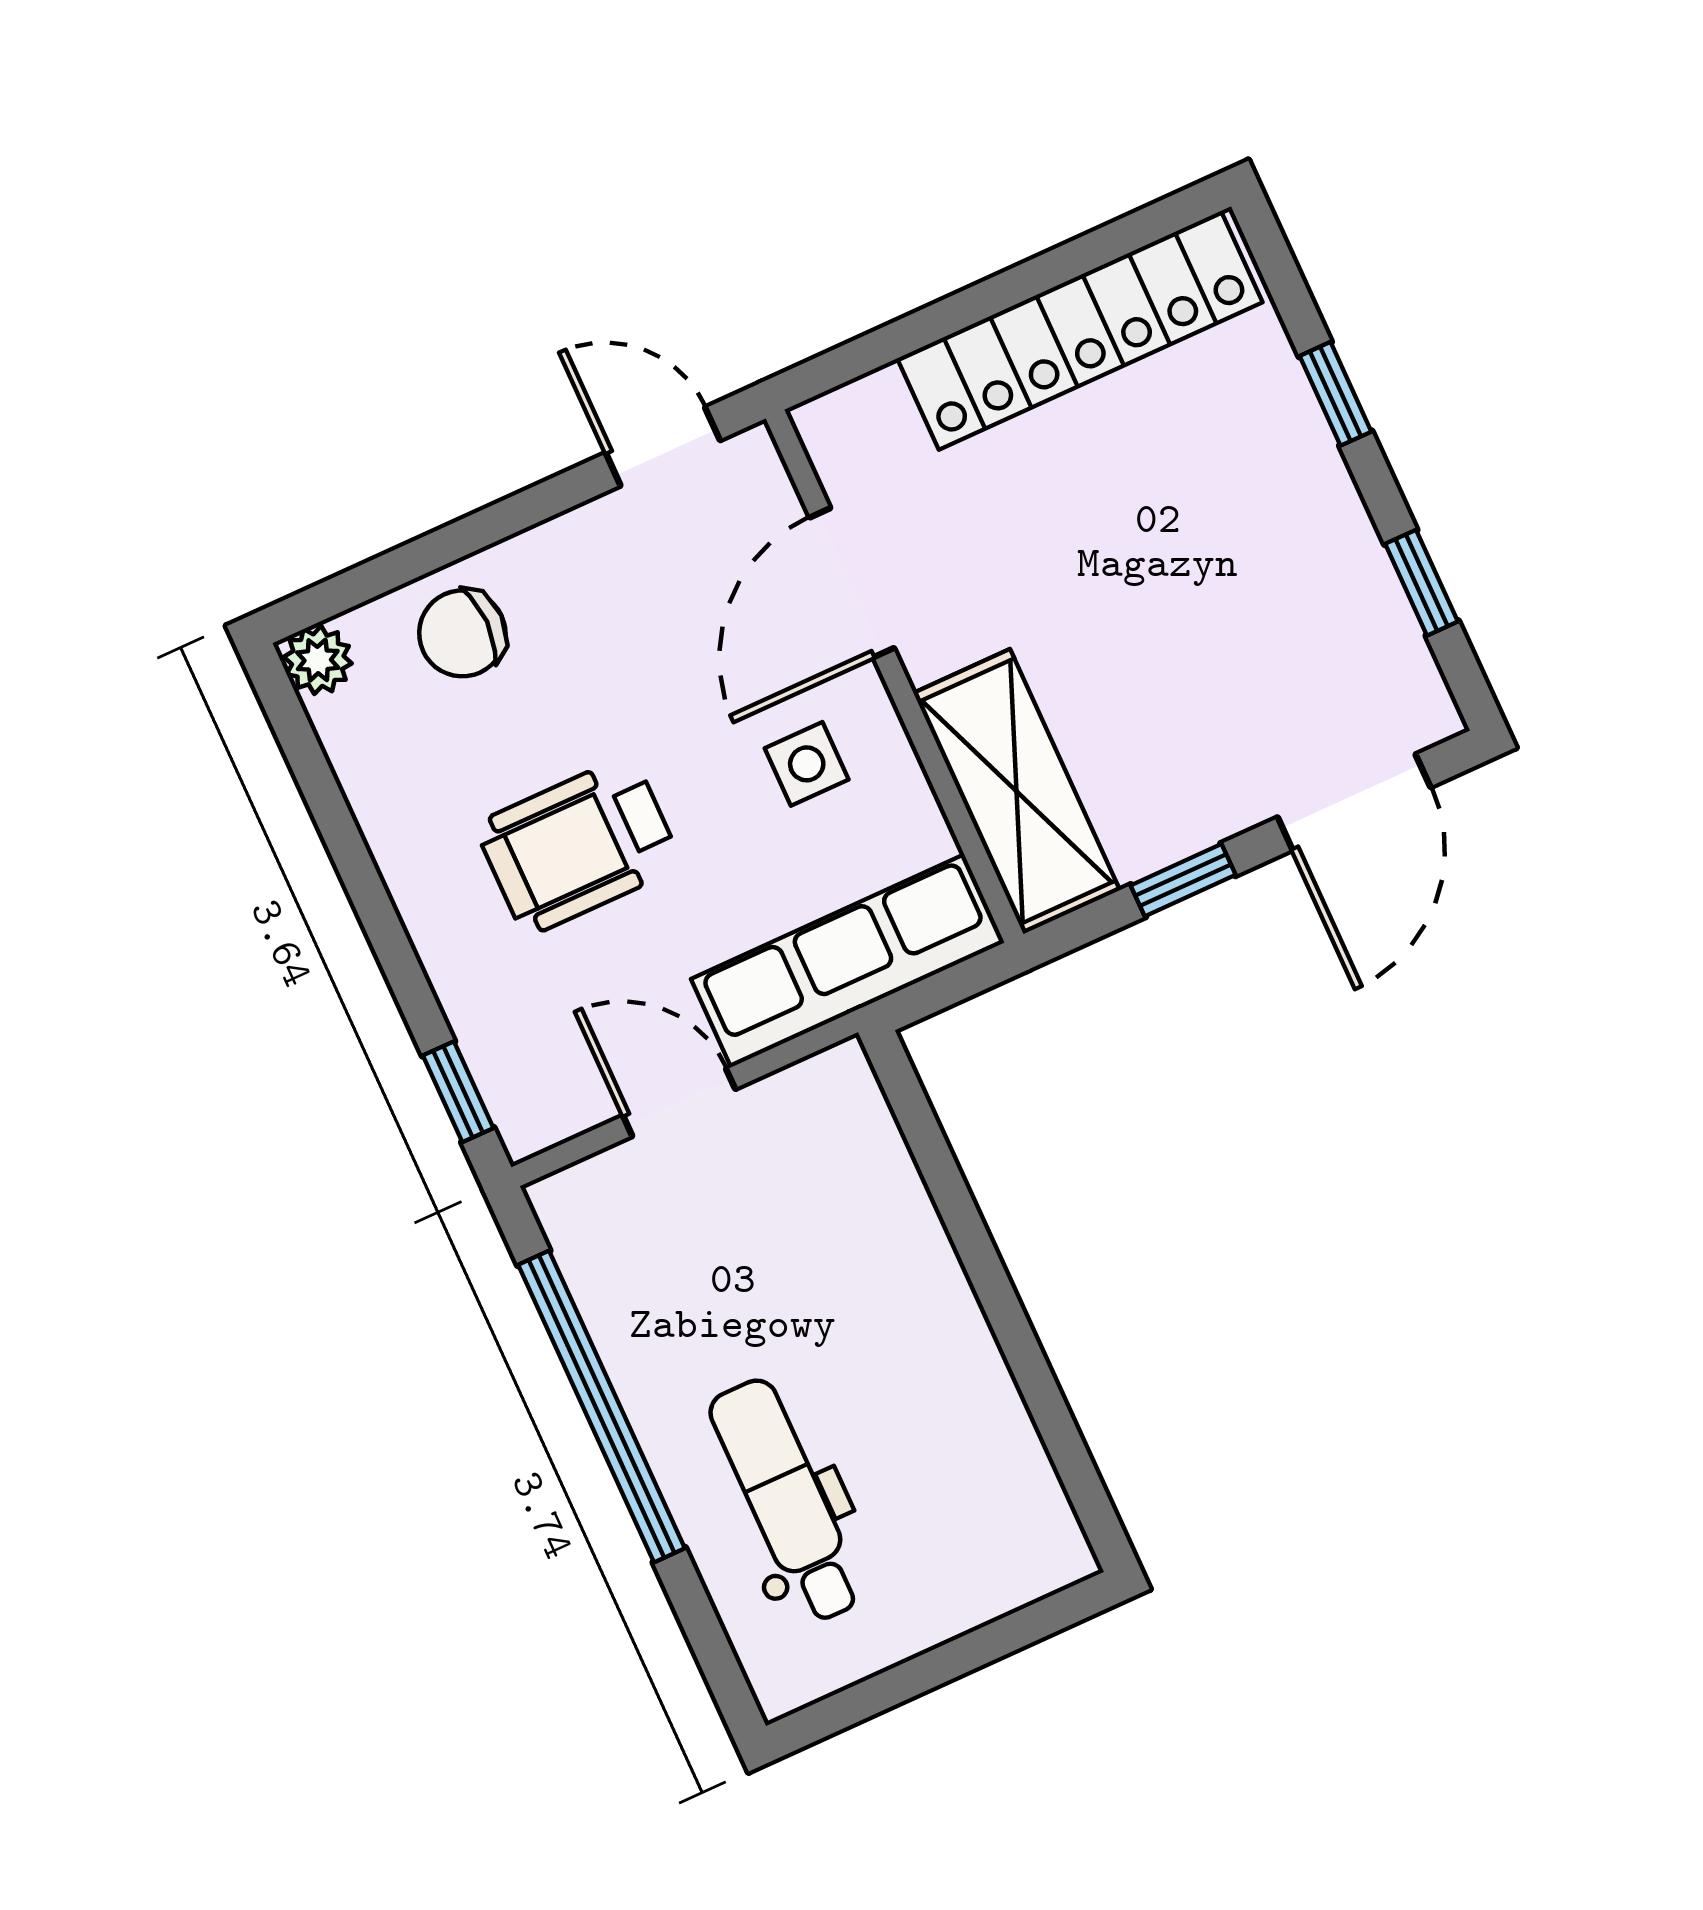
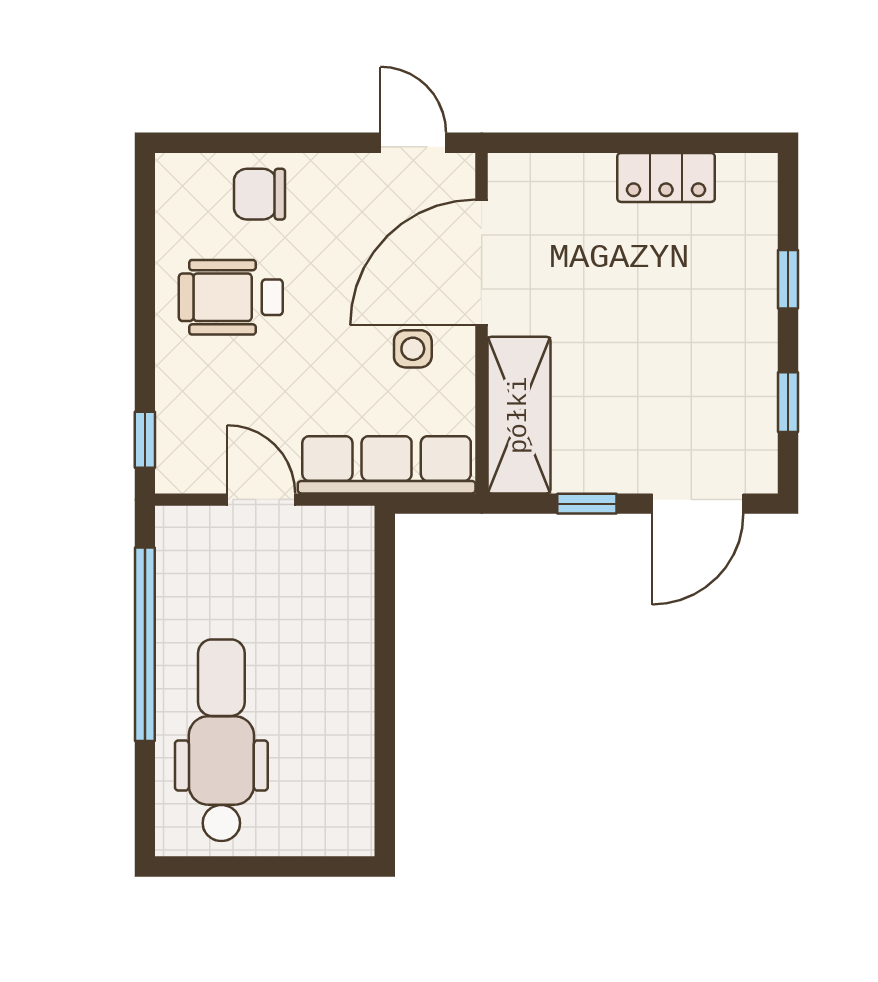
locker: (1080, 330) -> (666, 177), width x0.46, depth x0.83
door: (852, 583) -> (482, 262), width x1.36
plant: (318, 660) -> (175, 173), removed
wheelchair: (579, 845) -> (231, 297), moved
dental chair: (787, 1501) -> (221, 740), width x1.36, depth x1.38

